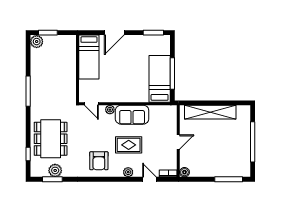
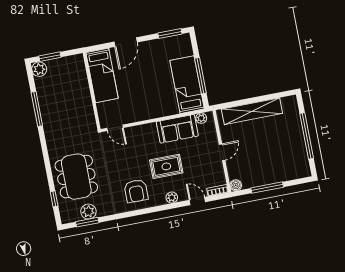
window: (28, 91) -> (37, 109), moved
plant: (110, 110) -> (201, 118), moved
sofa: (132, 115) -> (177, 129), moved
window: (229, 179) -> (267, 188), moved

